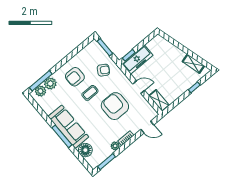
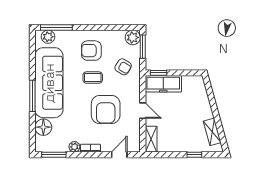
plant: (50, 83) -> (133, 37), moved
armchair: (115, 106) -> (106, 109), turned 180
sofa: (68, 127) -> (49, 83), width x1.36, depth x1.27
door: (147, 127) -> (119, 155), swing flipped

